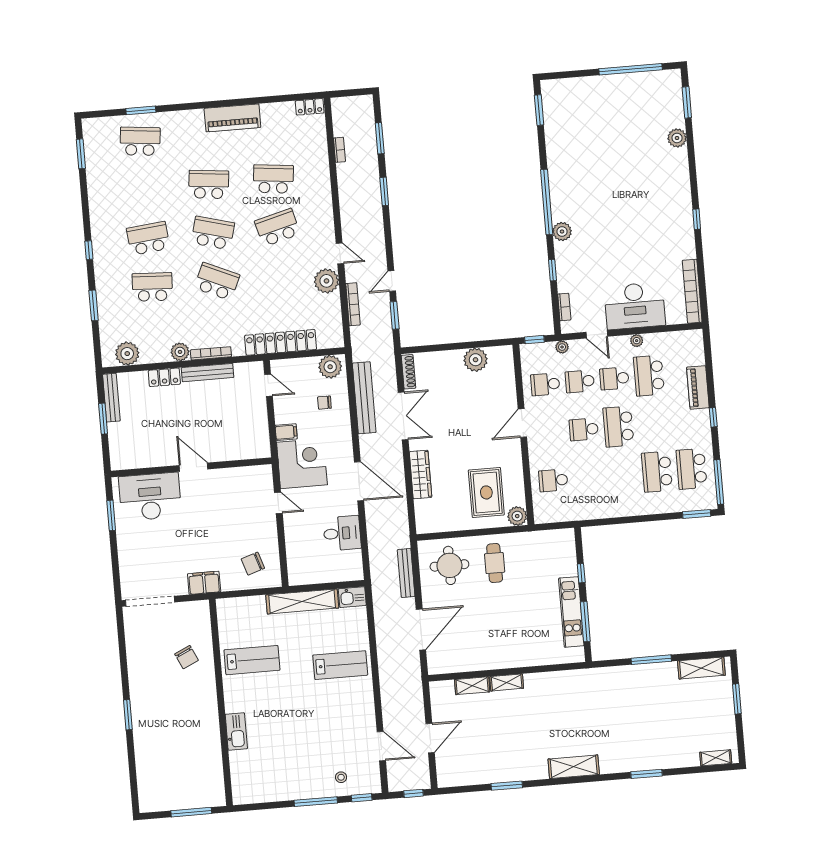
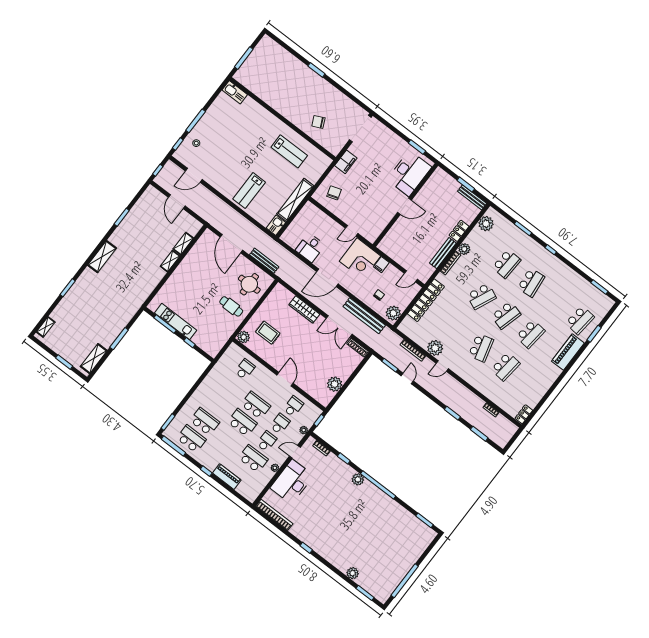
piano: (232, 118) -> (568, 352), moved
school desk: (584, 429) -> (256, 405), width x1.85
rug: (486, 492) -> (268, 333), width x0.73, depth x0.70
lab bench: (252, 660) -> (289, 151), turned -90
kitchen sink: (236, 731) -> (235, 92), moved

